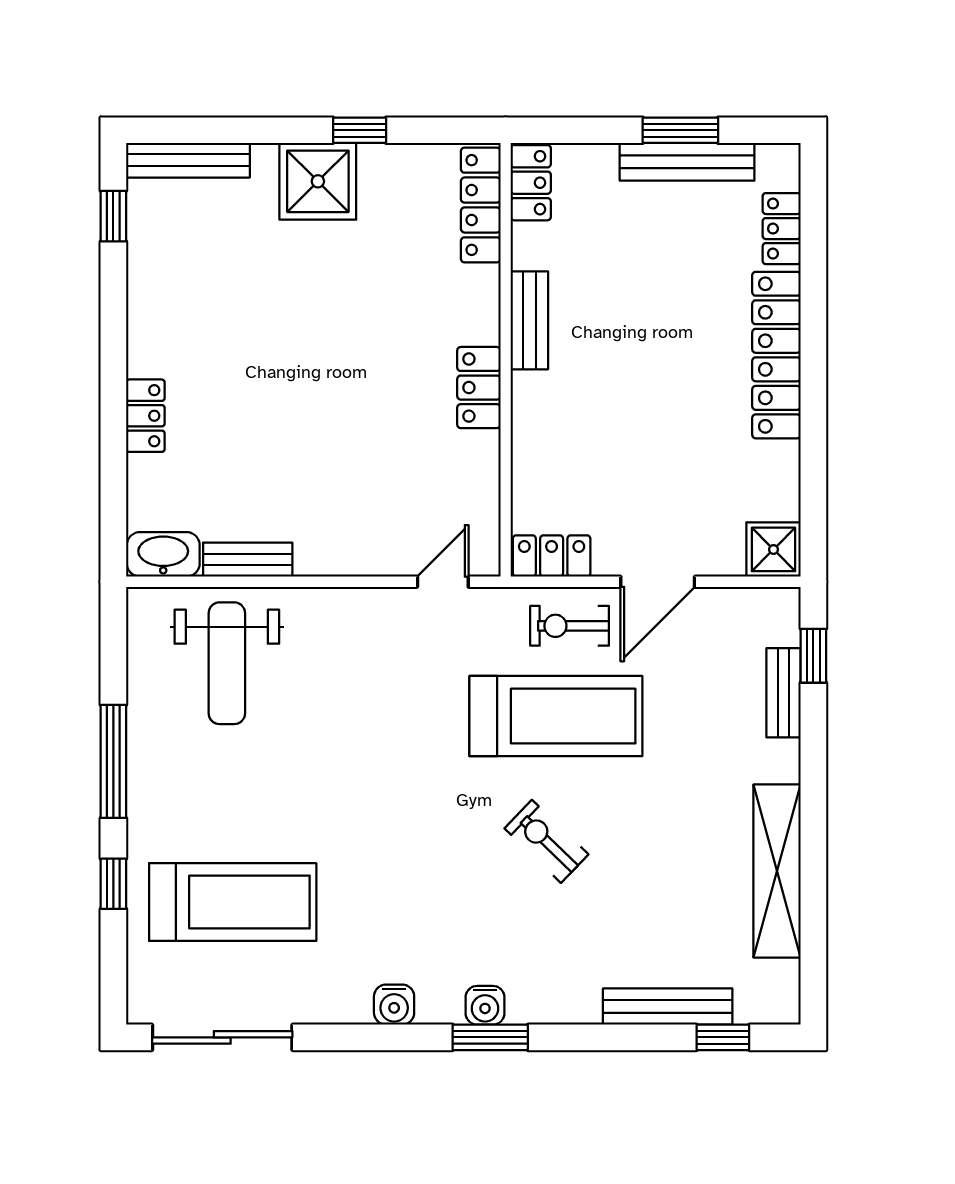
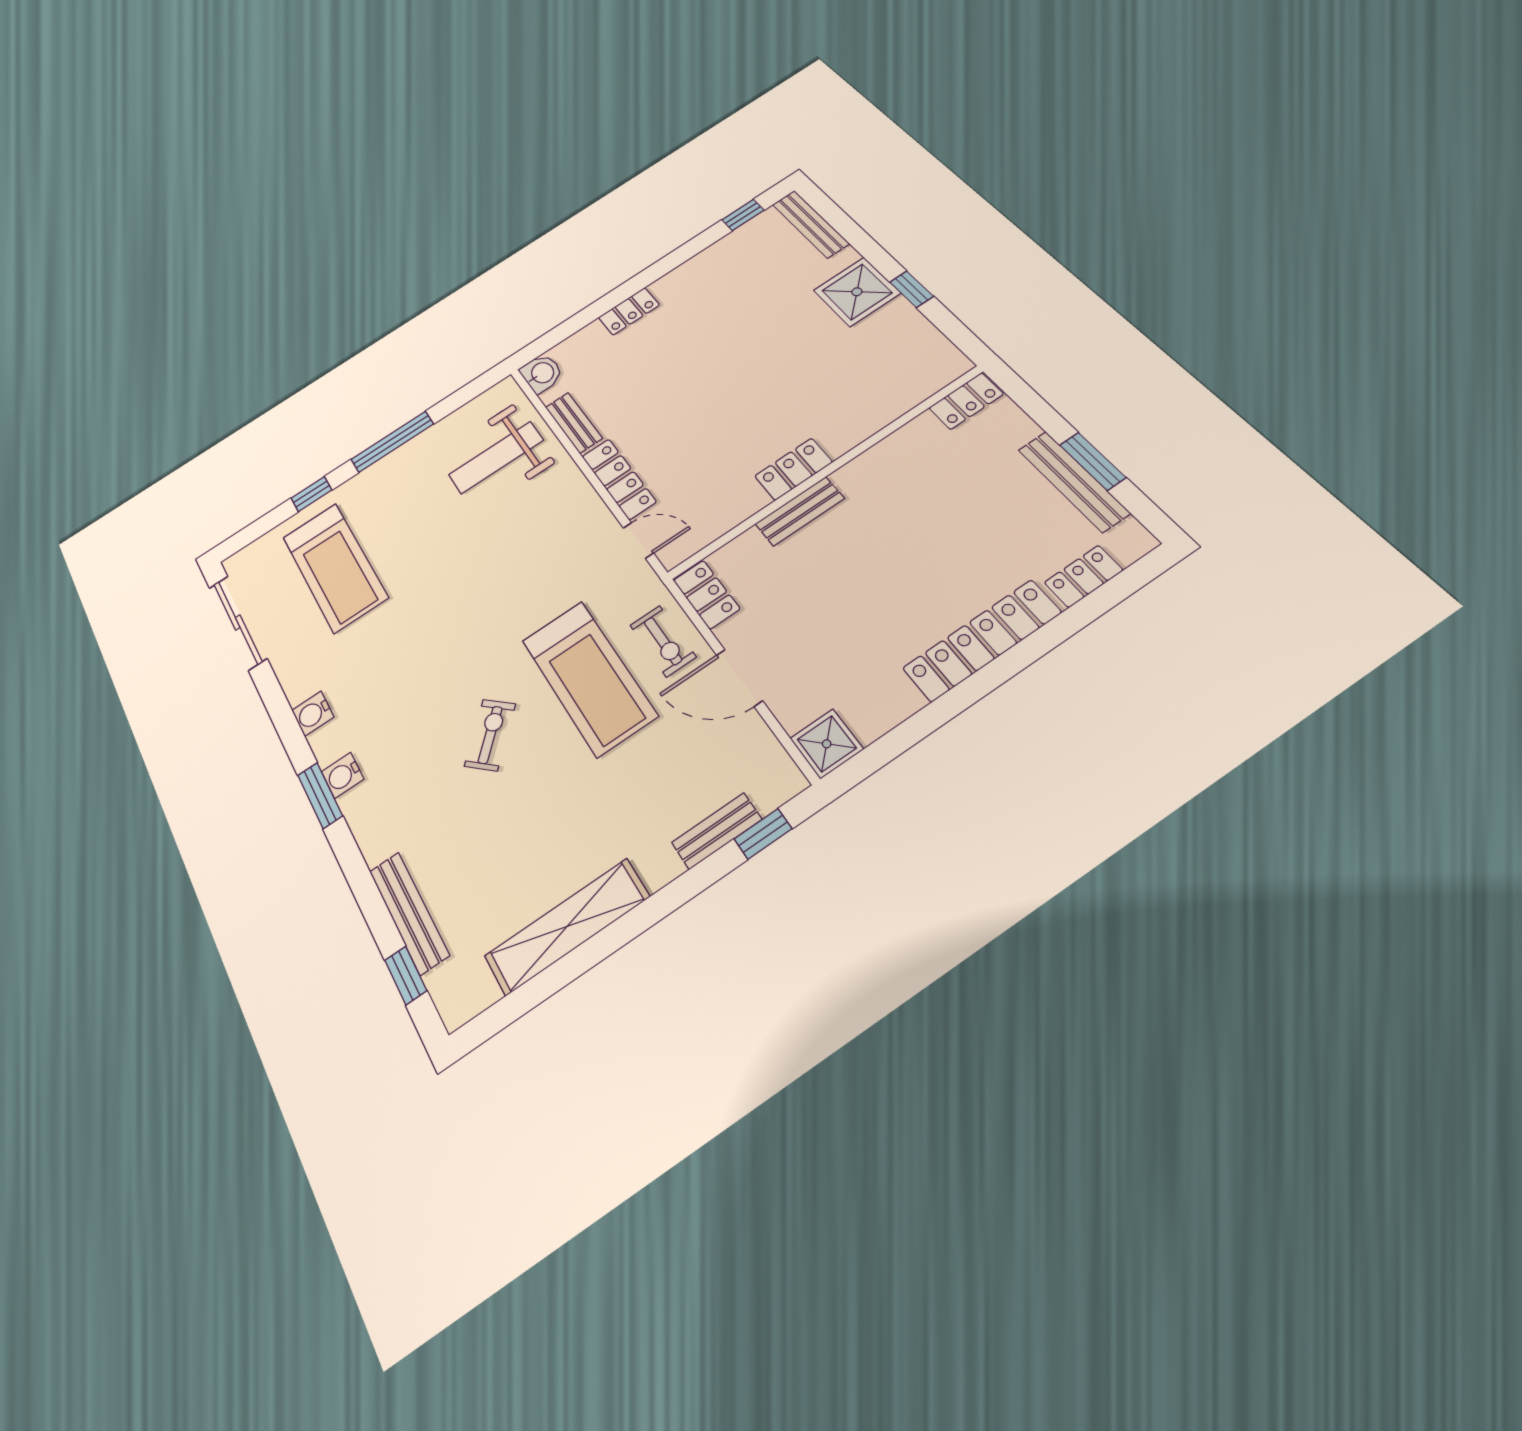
locker: (481, 205) -> (619, 479), moved, turned 90
bench: (529, 320) -> (800, 511), moved
washbasin: (163, 554) -> (542, 373), width x0.72
exercise bike: (570, 626) -> (663, 641), turned 180

